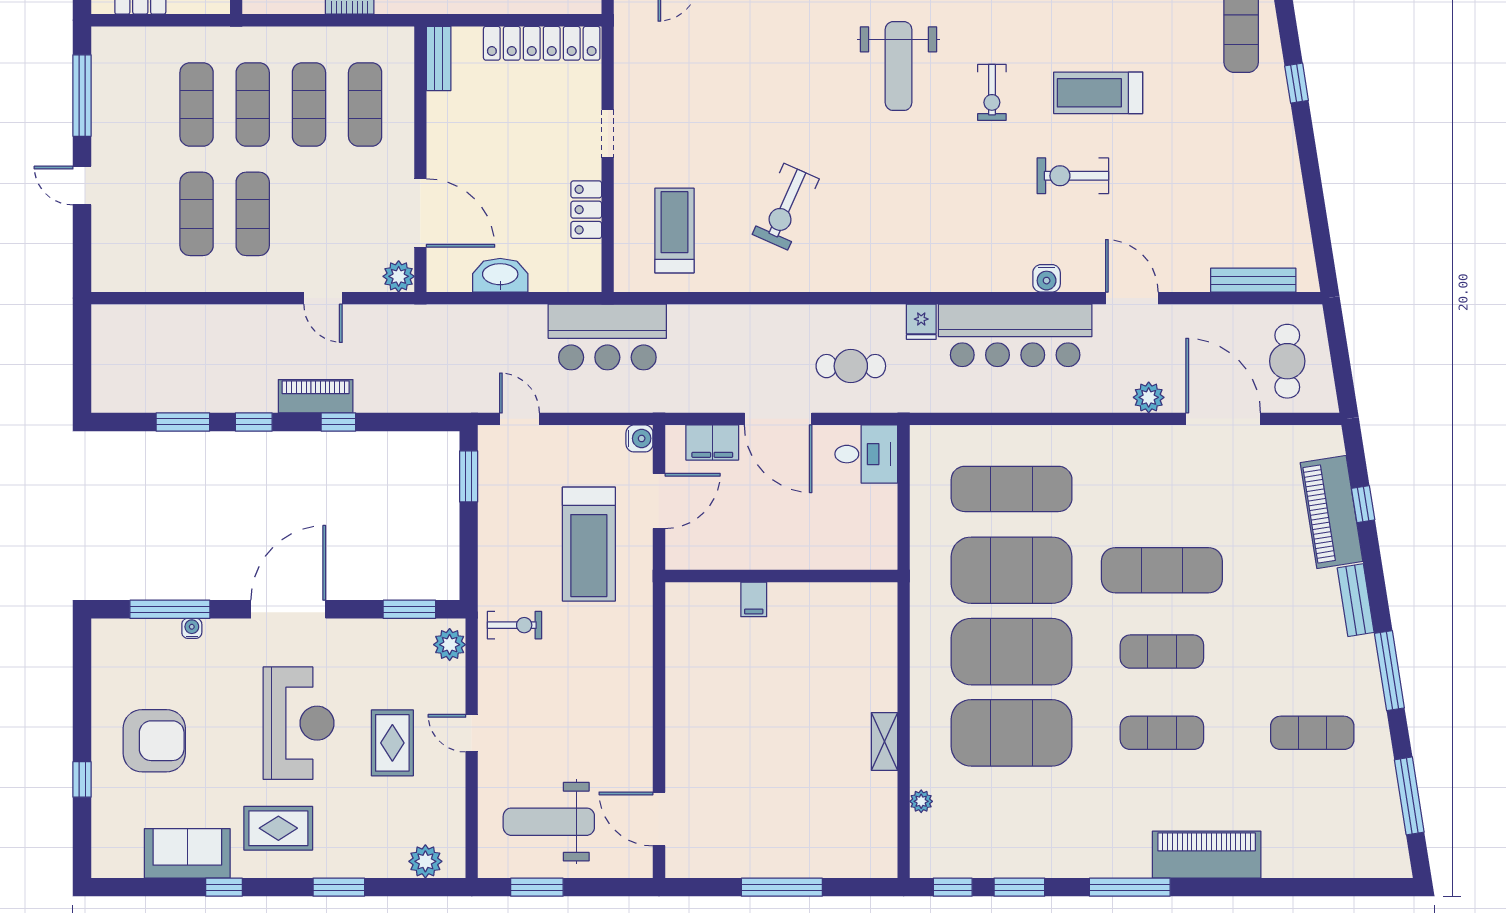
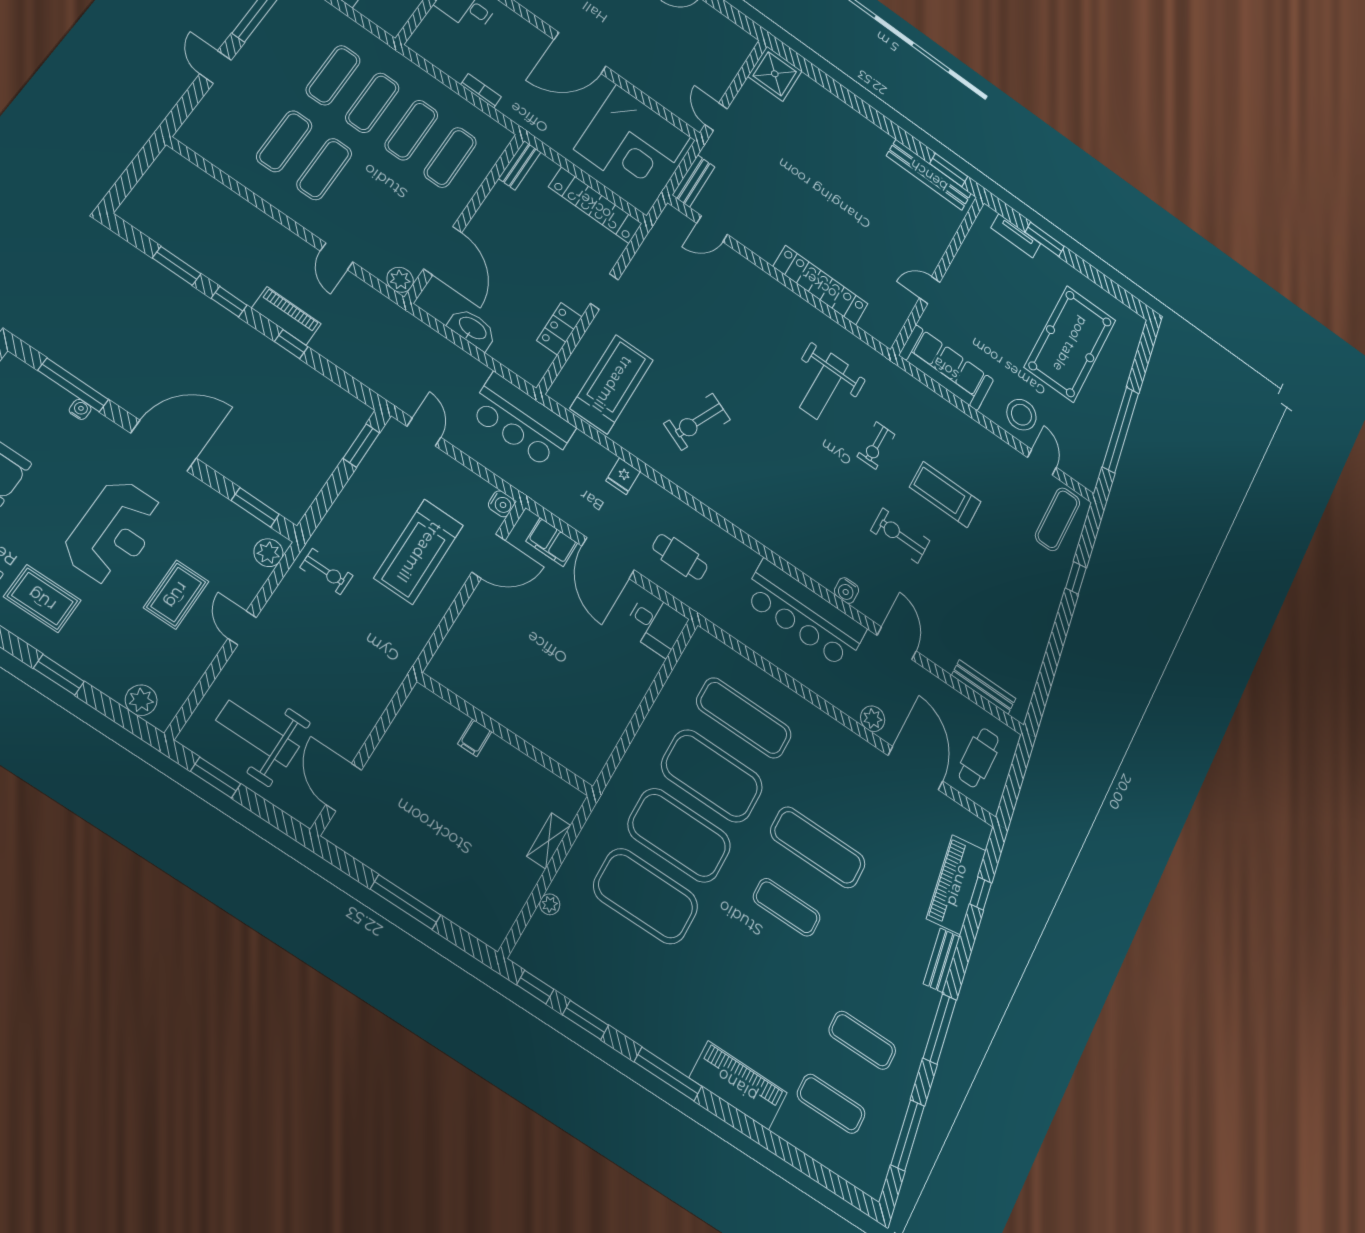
treadmill: (674, 231) -> (612, 384), width x1.37, depth x1.37
fridge: (921, 322) -> (623, 476), moved
wall: (781, 576) -> (505, 734), moved
filing cabinet: (754, 599) -> (475, 738), moved
exercise mat: (1162, 733) -> (831, 1104), moved

